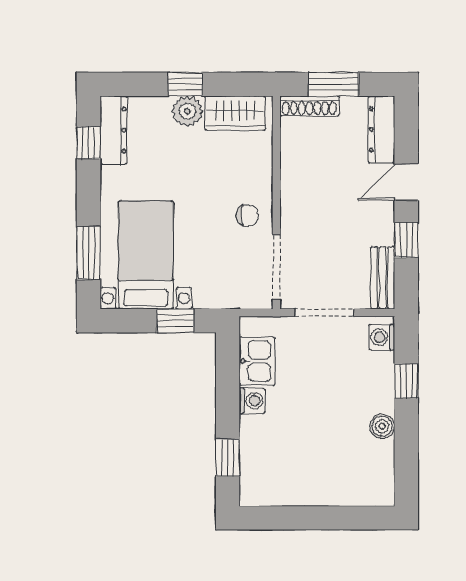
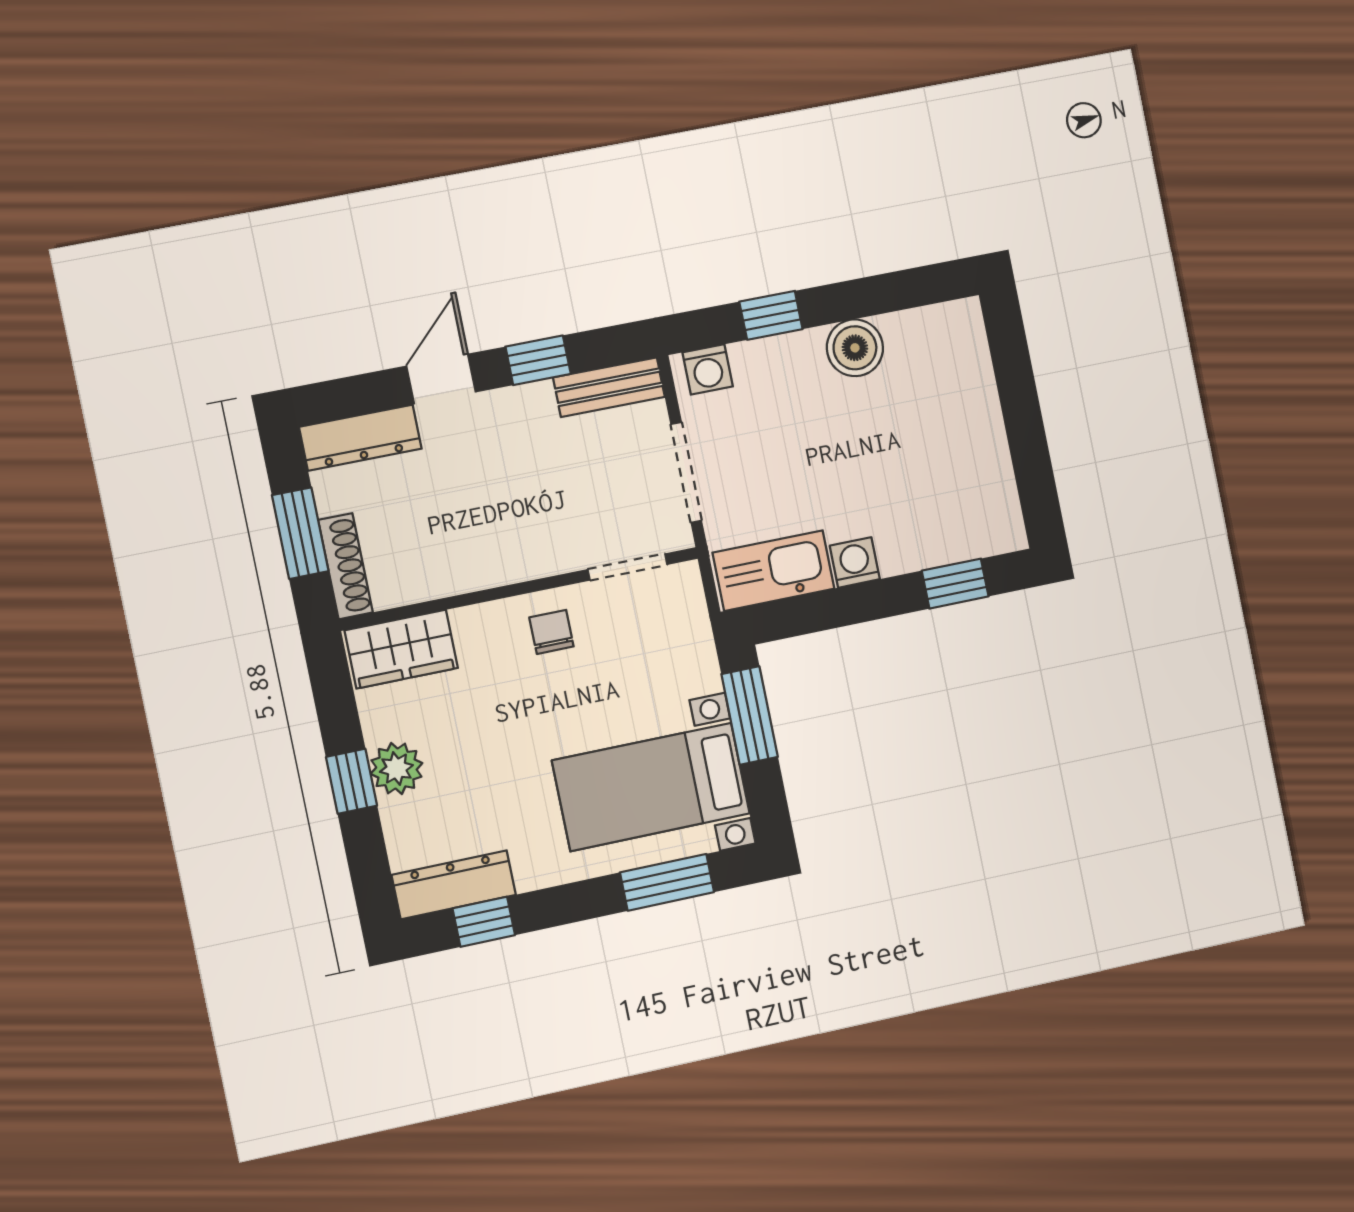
wardrobe: (235, 113) -> (401, 649), moved, turned 90
door: (406, 182) -> (441, 379), swing flipped
doorway: (276, 267) -> (627, 567), width x0.73
window: (175, 321) -> (750, 716), width x1.50
kitchen sink: (257, 361) -> (774, 571), width x1.38
boiler: (382, 426) -> (855, 348), width x1.36, depth x1.36

